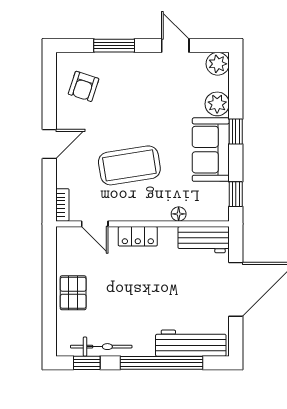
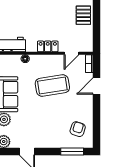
window: (114, 46) -> (72, 152), moved
door: (49, 144) -> (97, 86), moved
door: (95, 224) -> (72, 53), swing flipped

